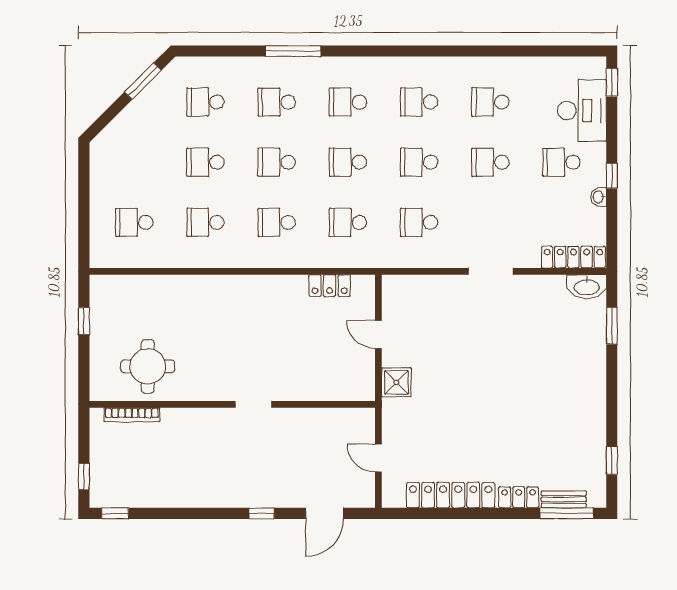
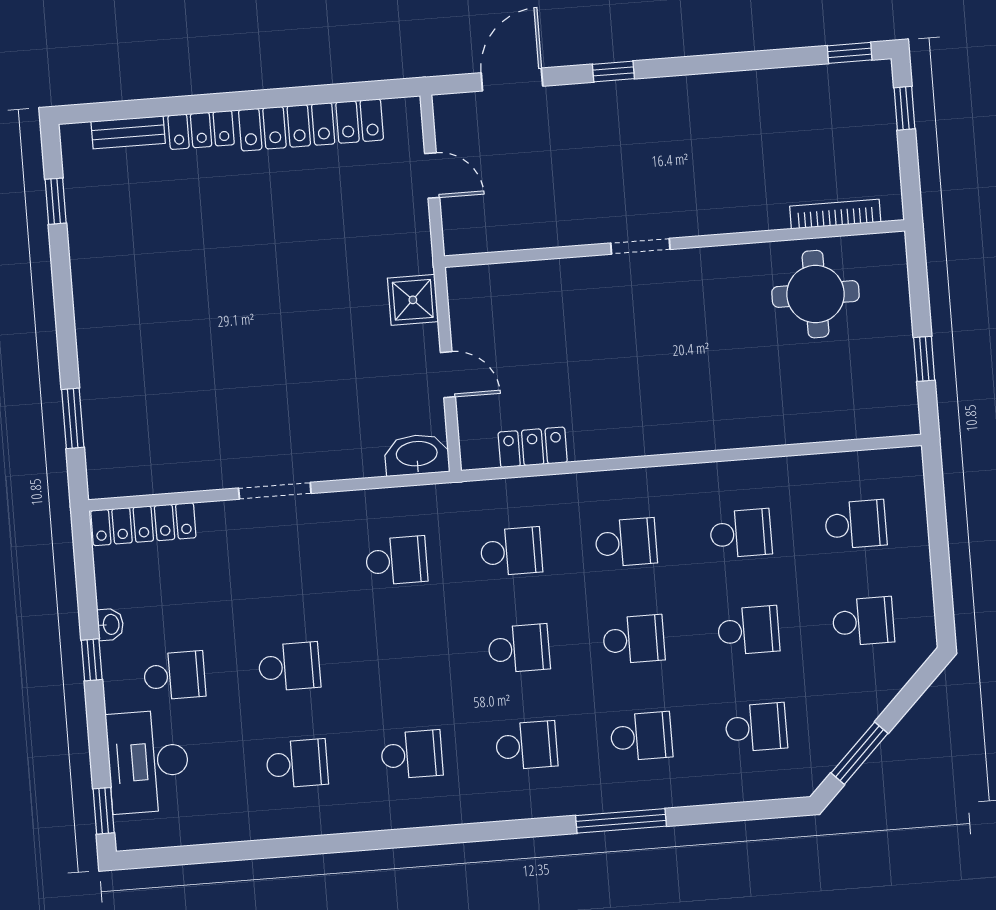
school desk: (419, 162) -> (863, 621), moved
washbasin: (587, 287) -> (417, 455), moved
window: (567, 513) -> (122, 110), removed

